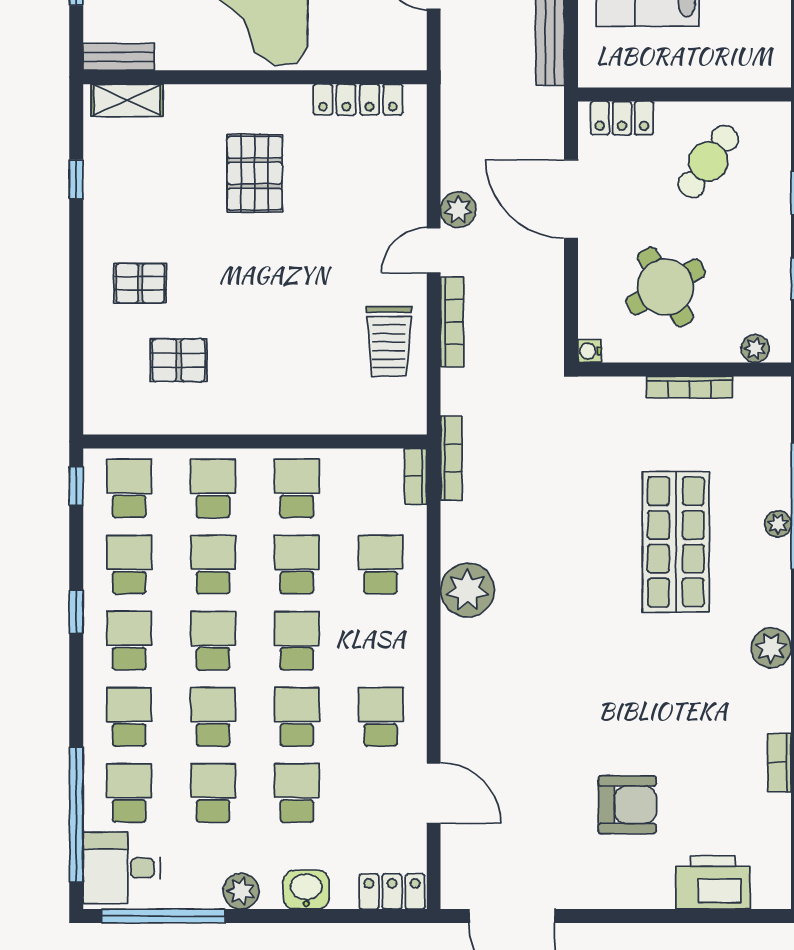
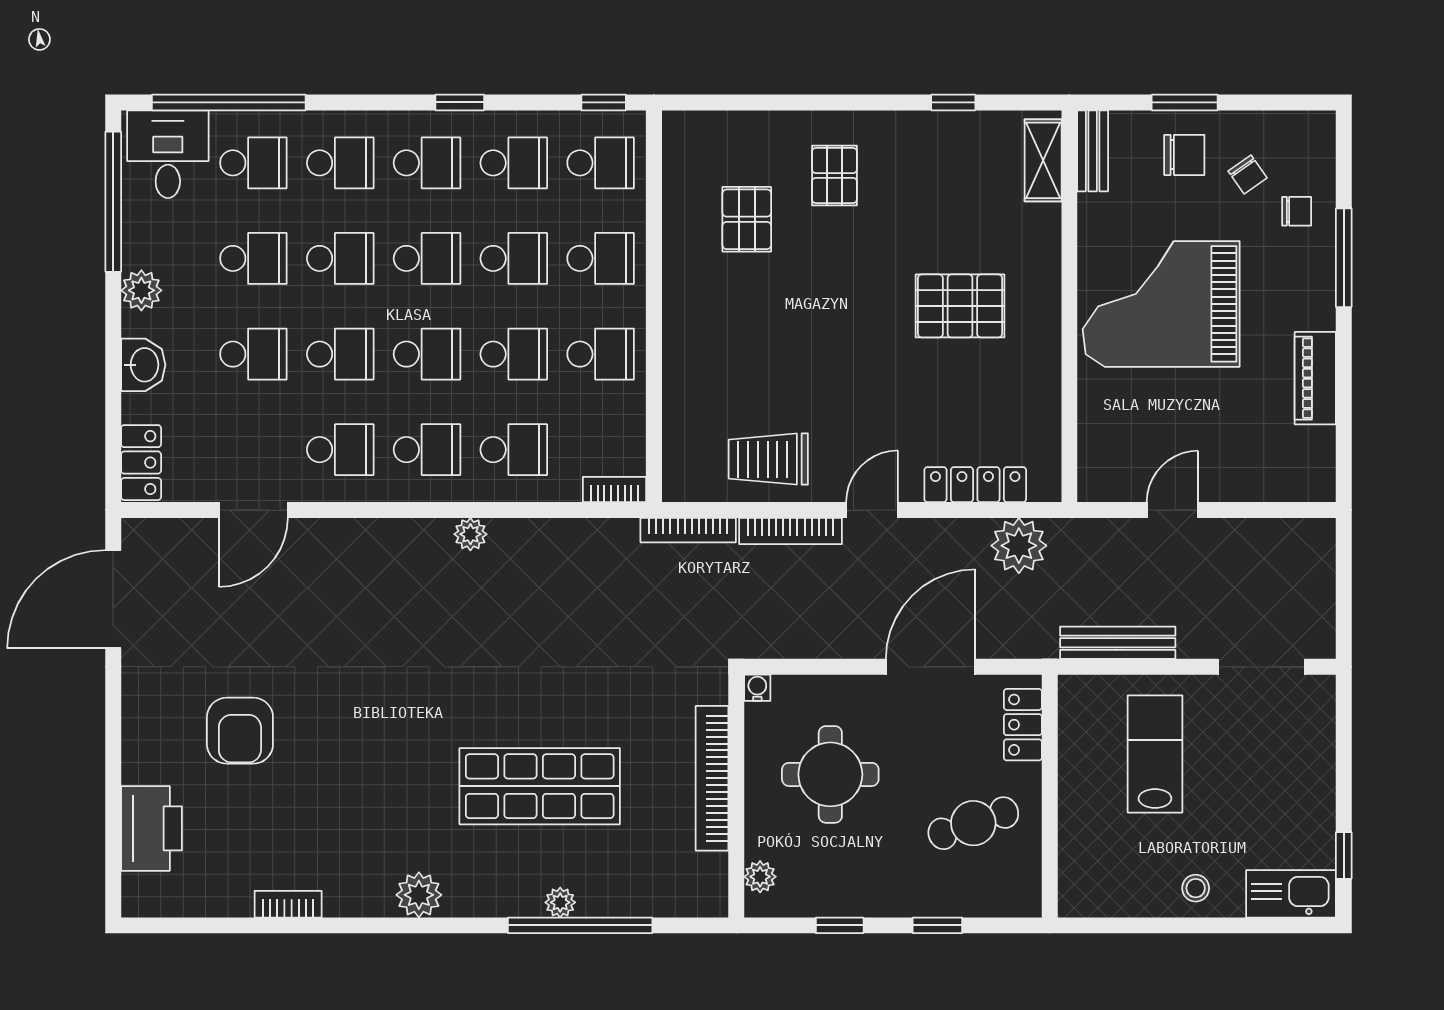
locker: (358, 100) -> (975, 485), moved, turned 90
cafe table: (708, 162) -> (973, 823), turned -55
plant: (458, 210) -> (1019, 546), moved, width x1.36, depth x1.36
door: (434, 250) -> (872, 510), hinge flipped
round table: (666, 287) -> (830, 774), turned 30
bookcase: (689, 387) -> (712, 778), width x1.48, depth x1.31
bookcase: (451, 458) -> (688, 530), moved
plant: (467, 590) -> (470, 534), width x0.53, depth x0.53
school desk: (381, 641) -> (427, 450), added

